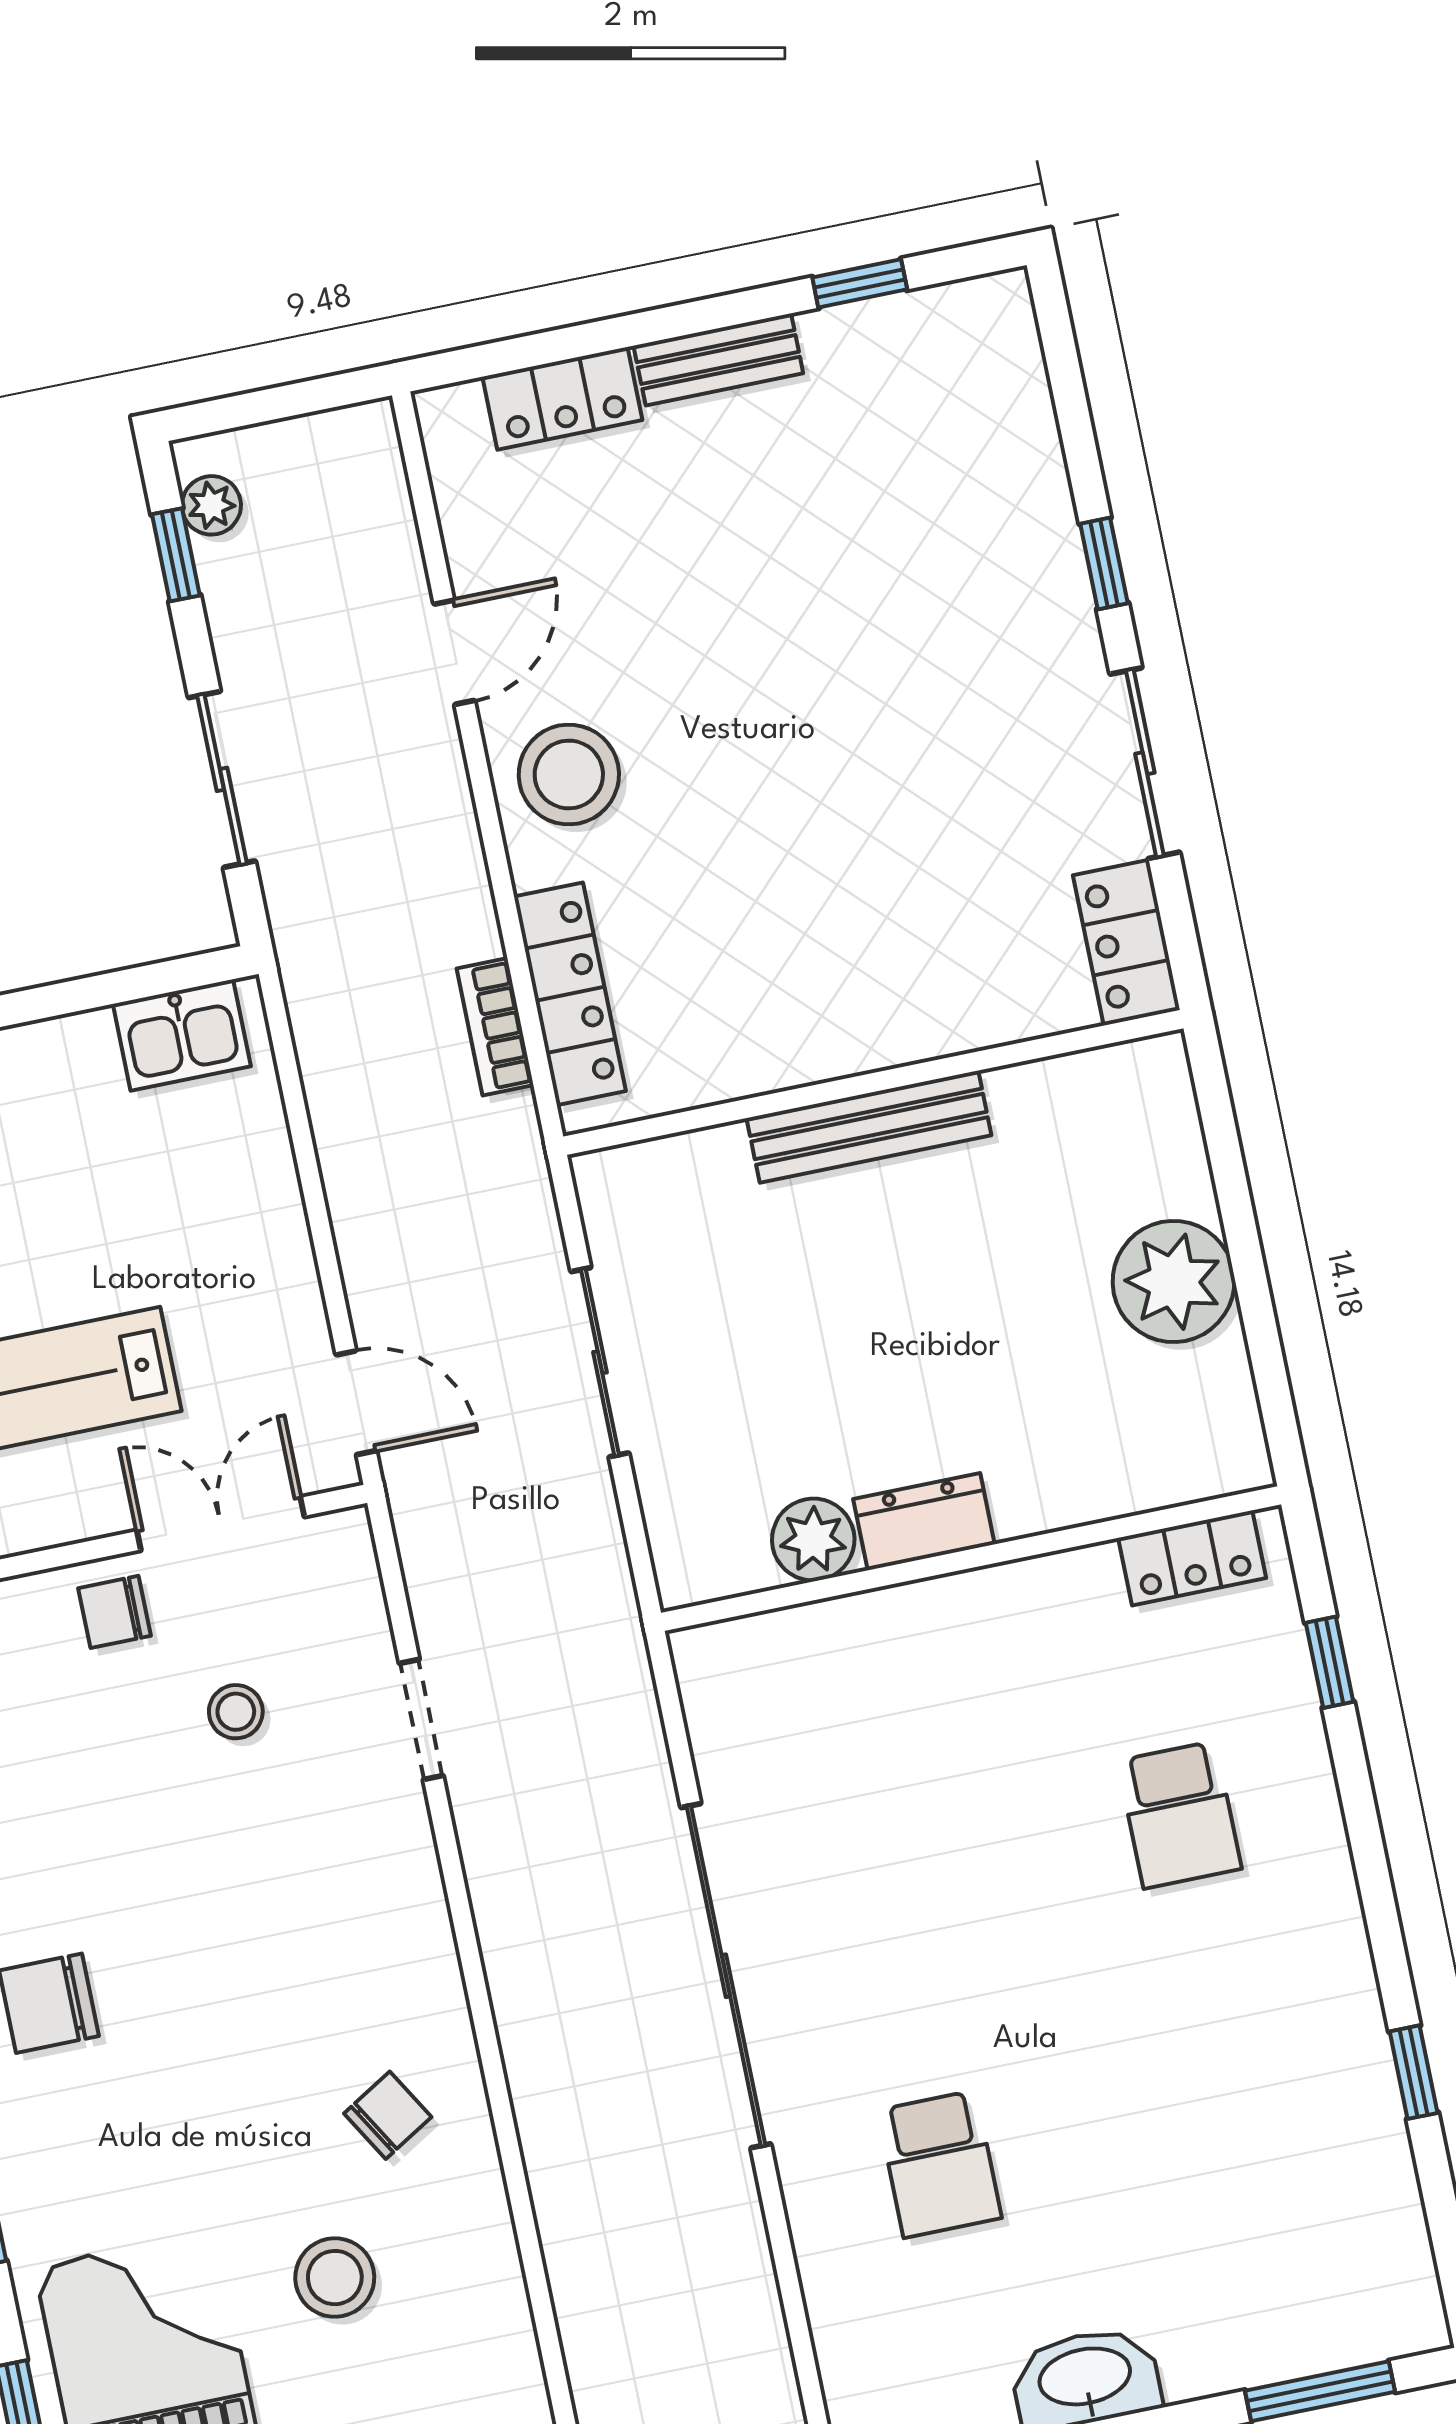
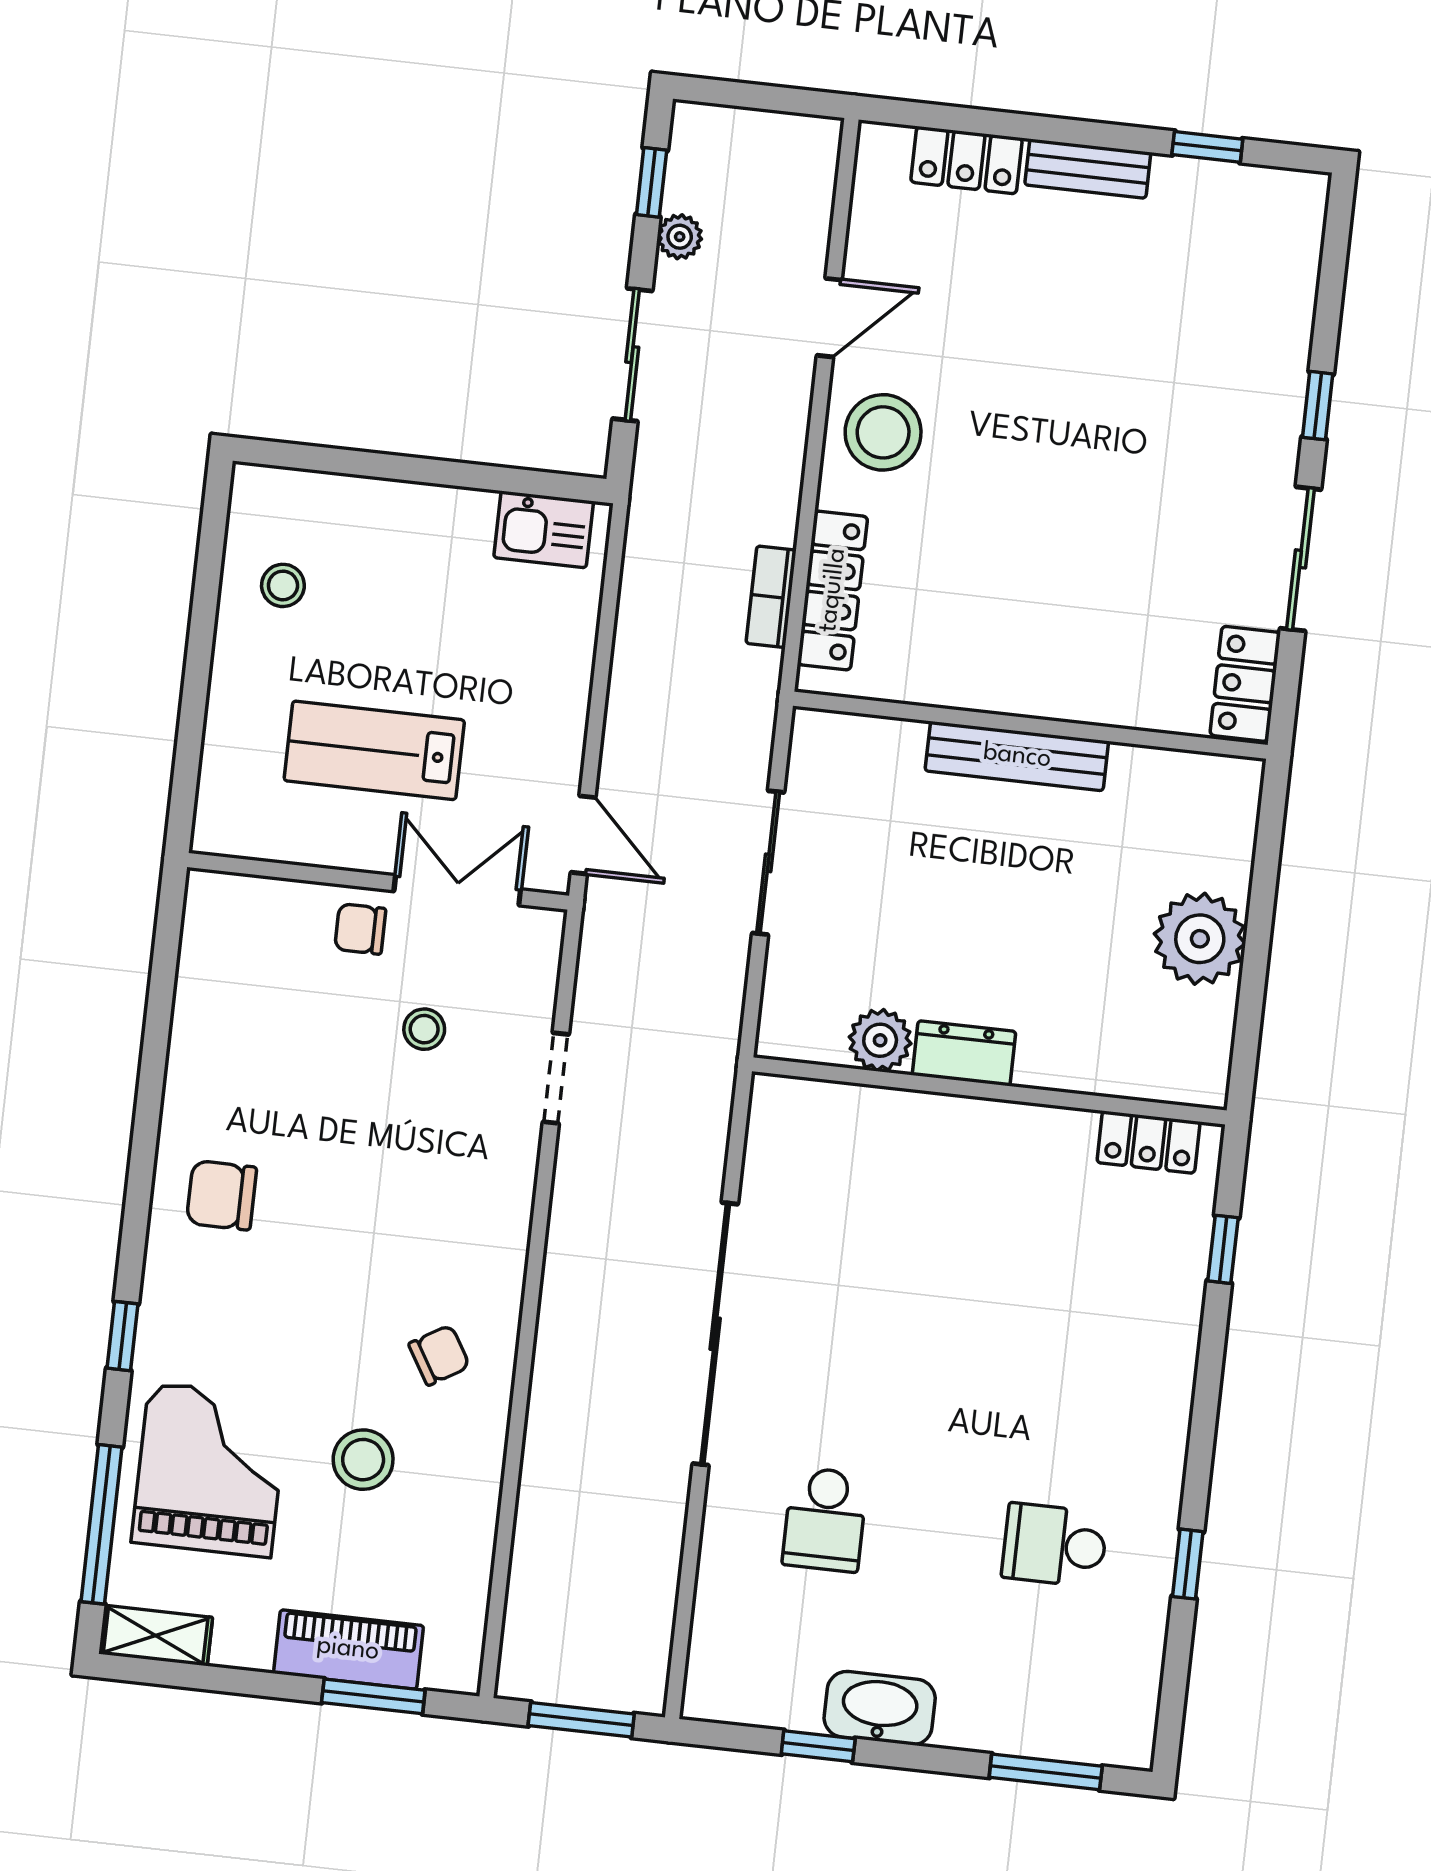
plant: (211, 505) -> (680, 237), moved
school desk: (1179, 1815) -> (1055, 1545), moved, turned 90

